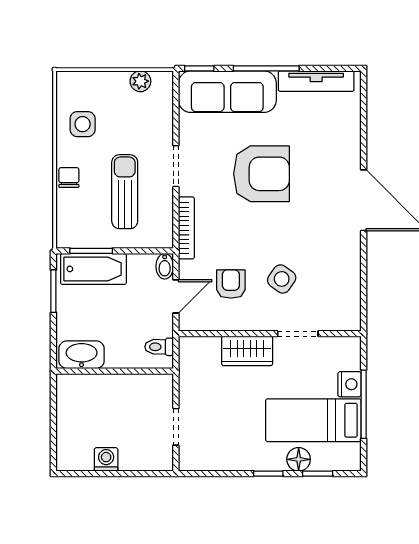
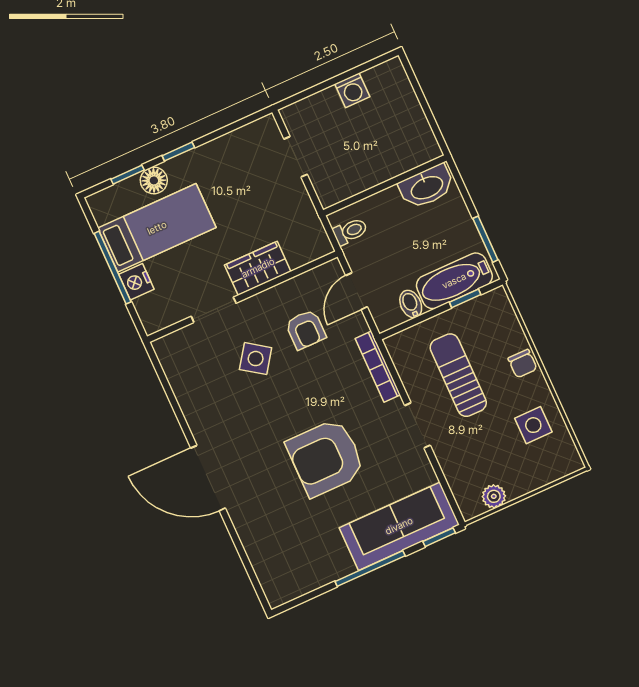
tv unit: (316, 81) -> (313, 579), removed
sun lounger: (125, 192) -> (458, 375), turned 180
window: (91, 251) -> (465, 298), width x0.67
bidet: (165, 266) -> (411, 304), moved

